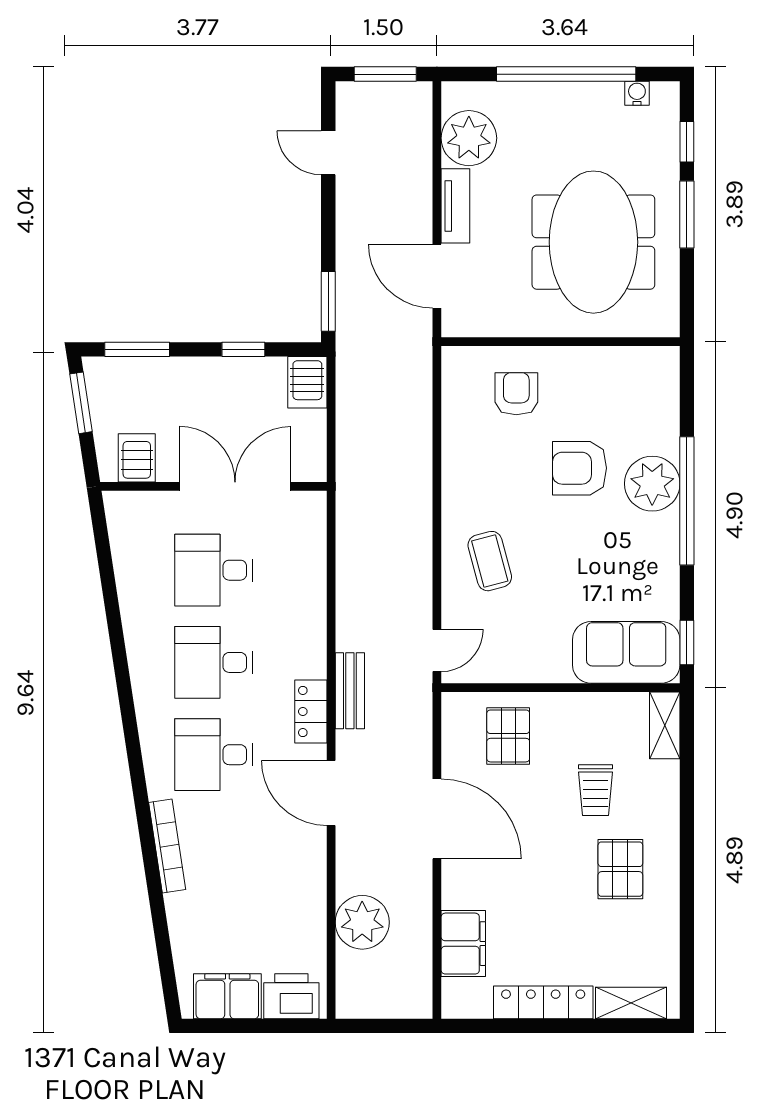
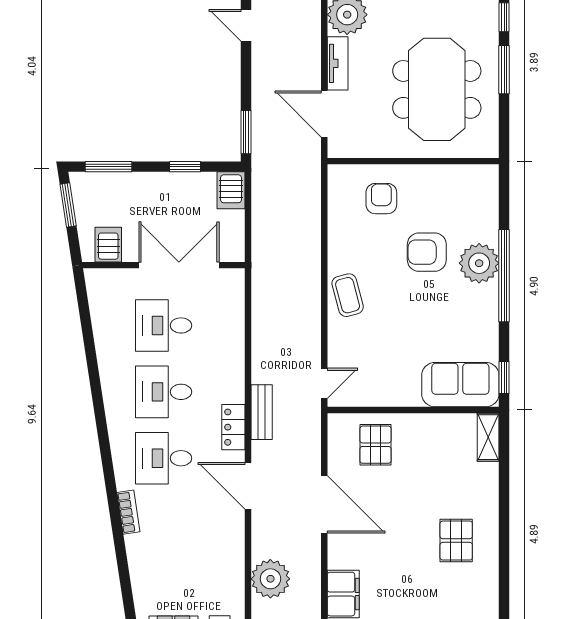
coffee table: (490, 561) -> (348, 295), moved
trolley: (596, 790) -> (438, 484), removed
bookcase: (167, 846) -> (128, 512), width x0.64

